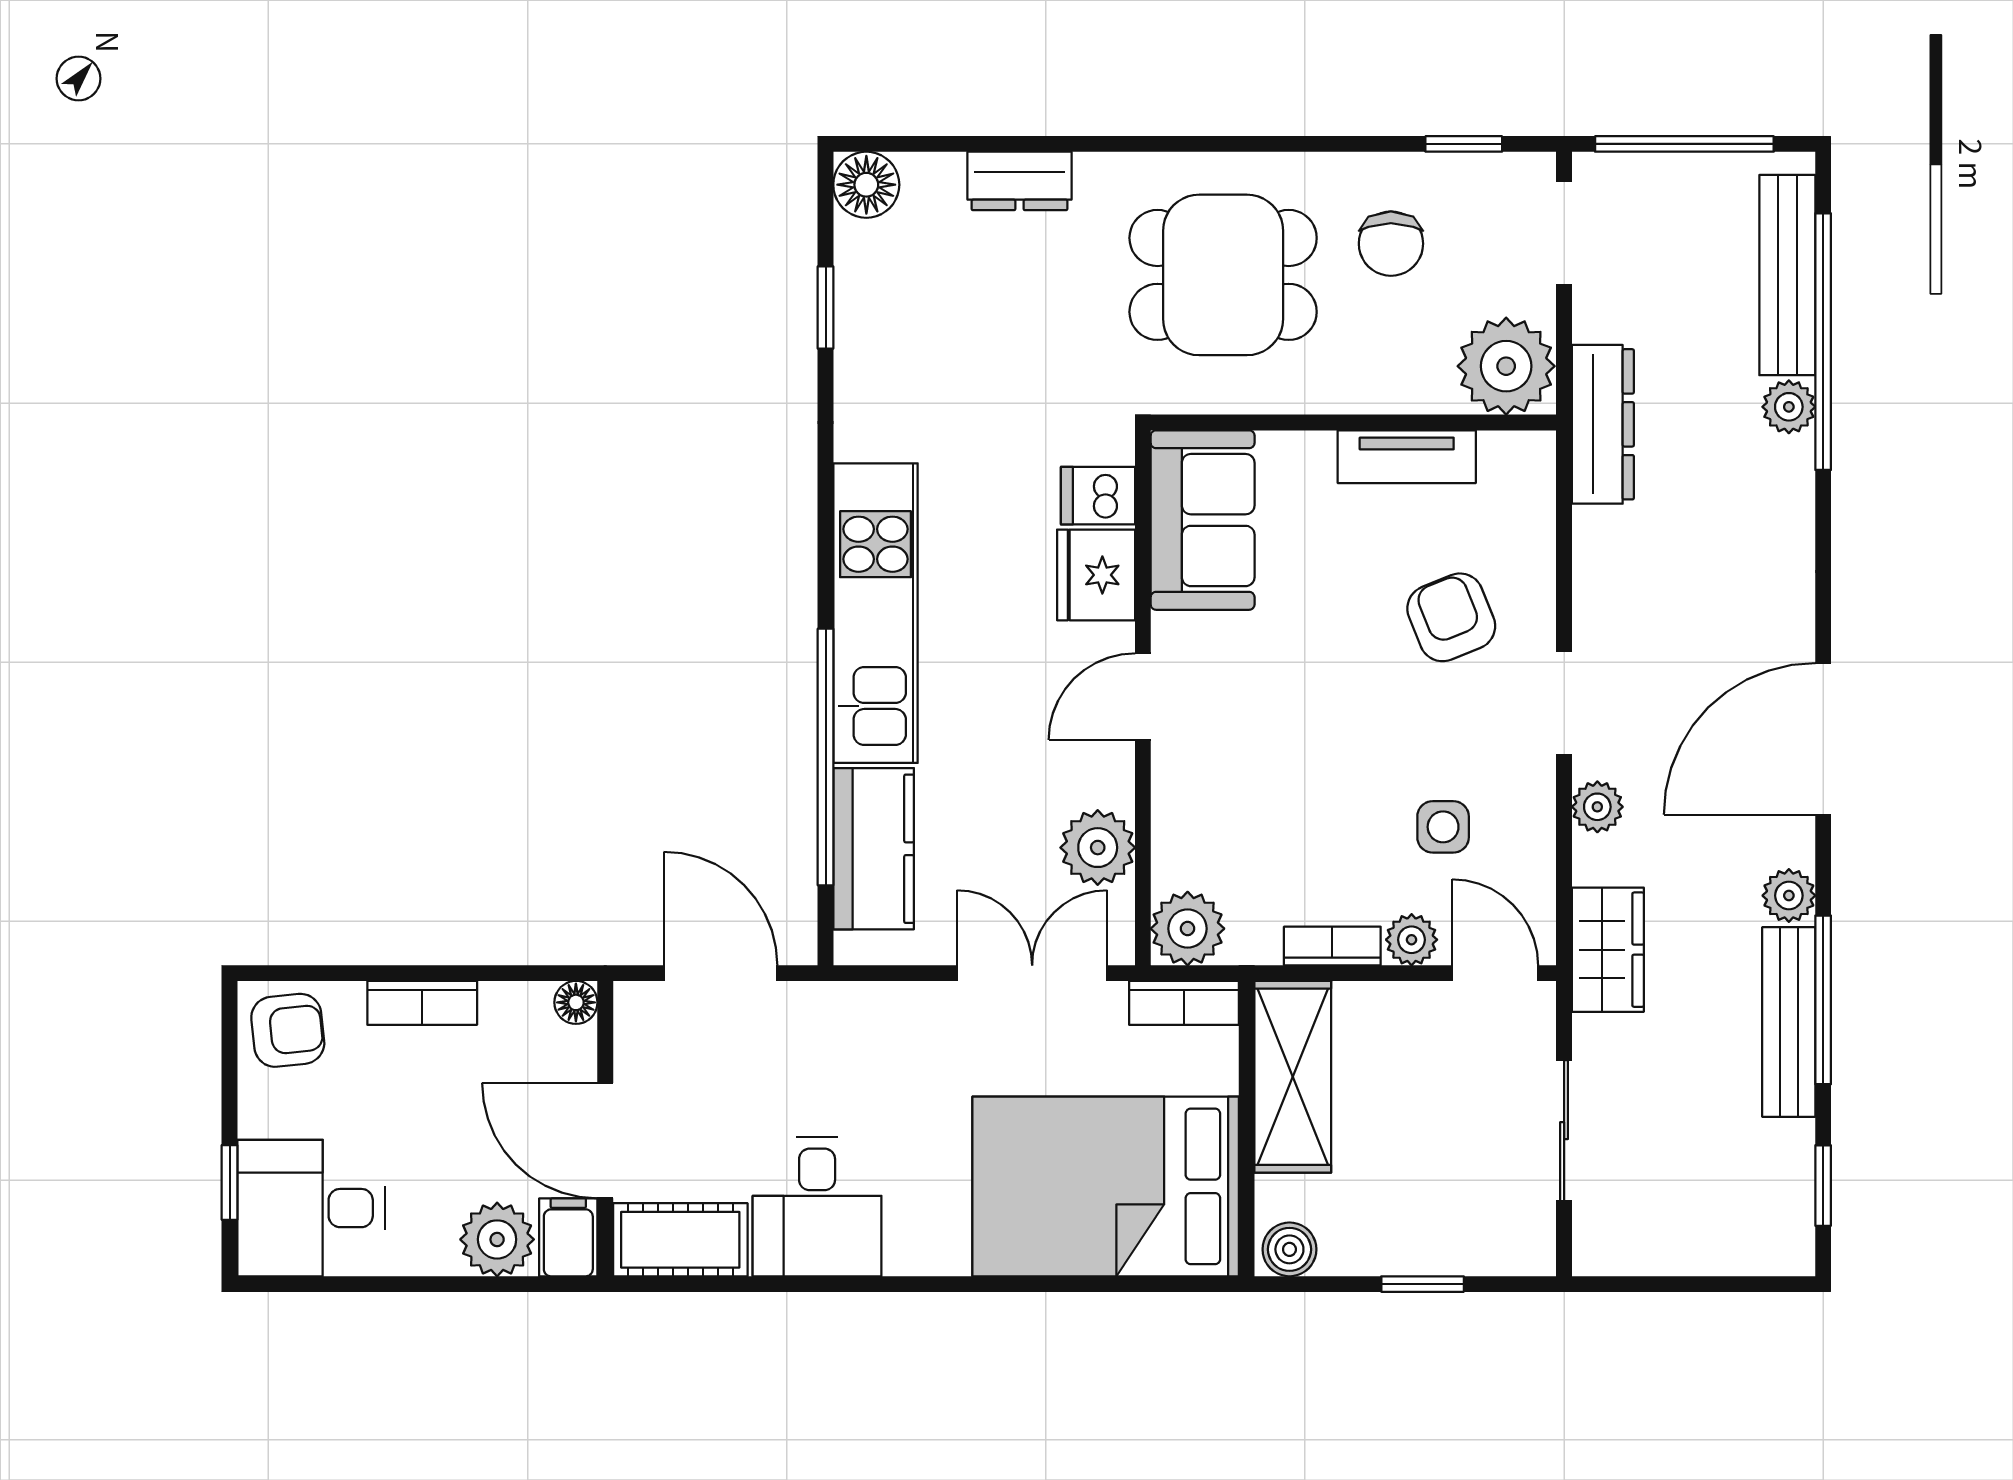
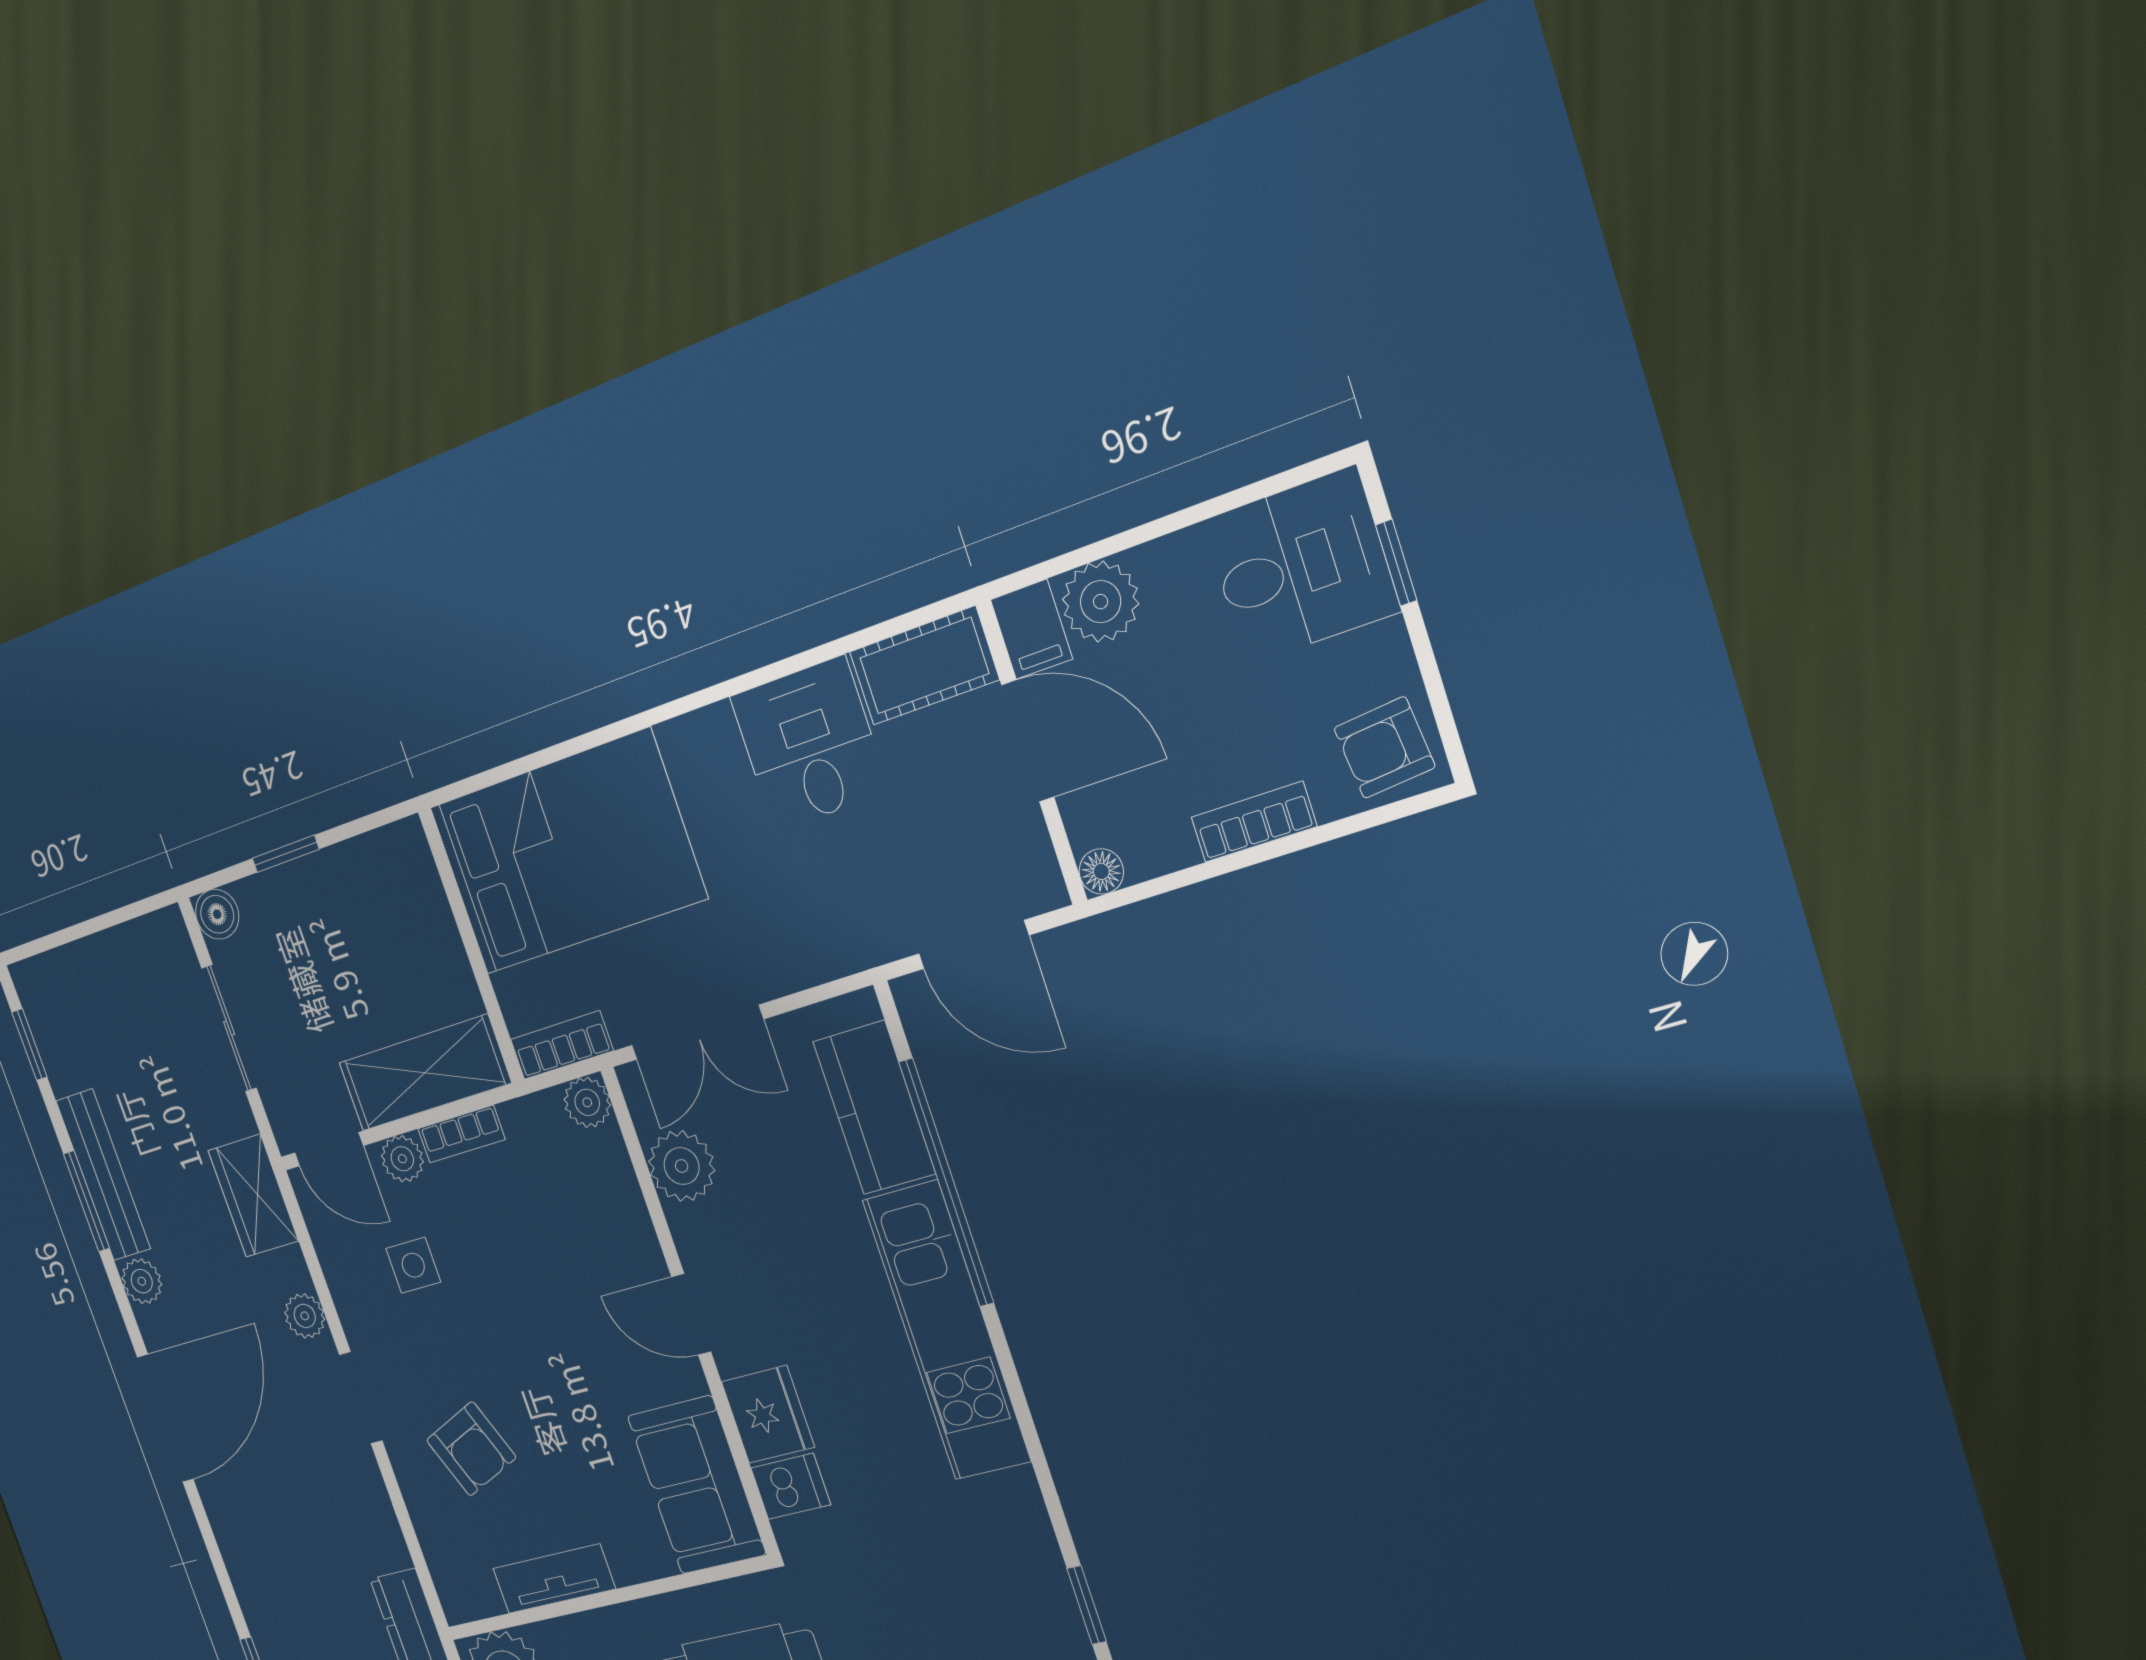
door: (1143, 697) -> (691, 1314), swing flipped
plant: (1188, 929) -> (587, 1102), width x0.73, depth x0.73
window: (1823, 1000) -> (86, 1201), width x0.69
shelving: (1293, 1077) -> (425, 1073), moved, turned 90
boiler: (1289, 1249) -> (217, 914), moved

